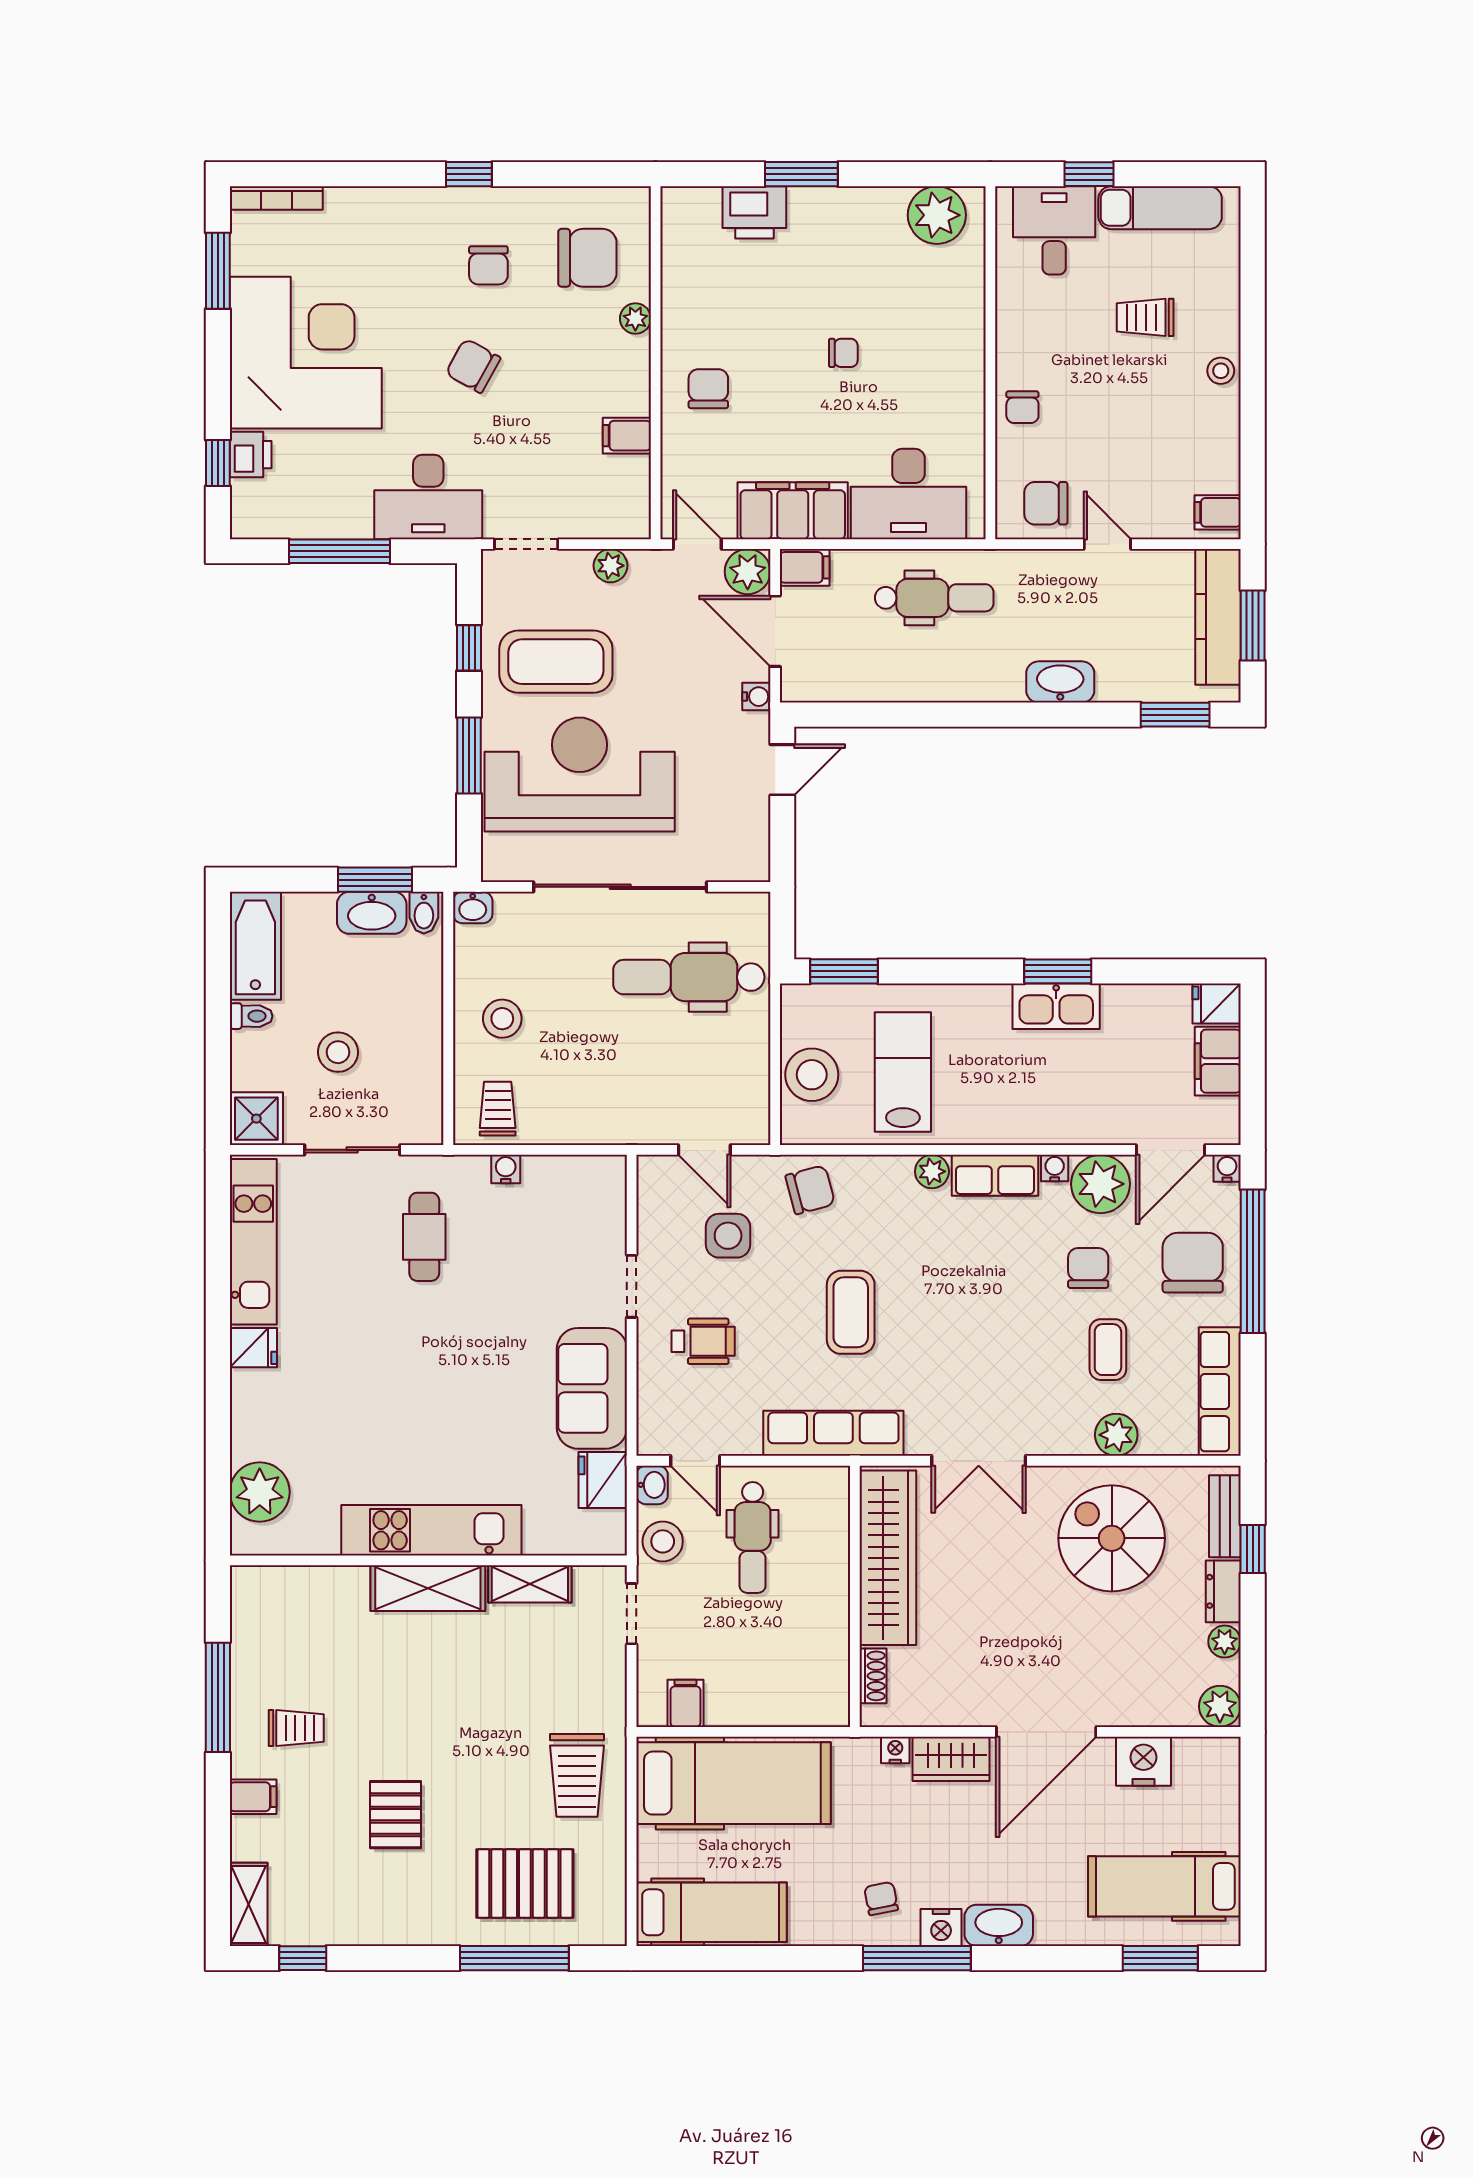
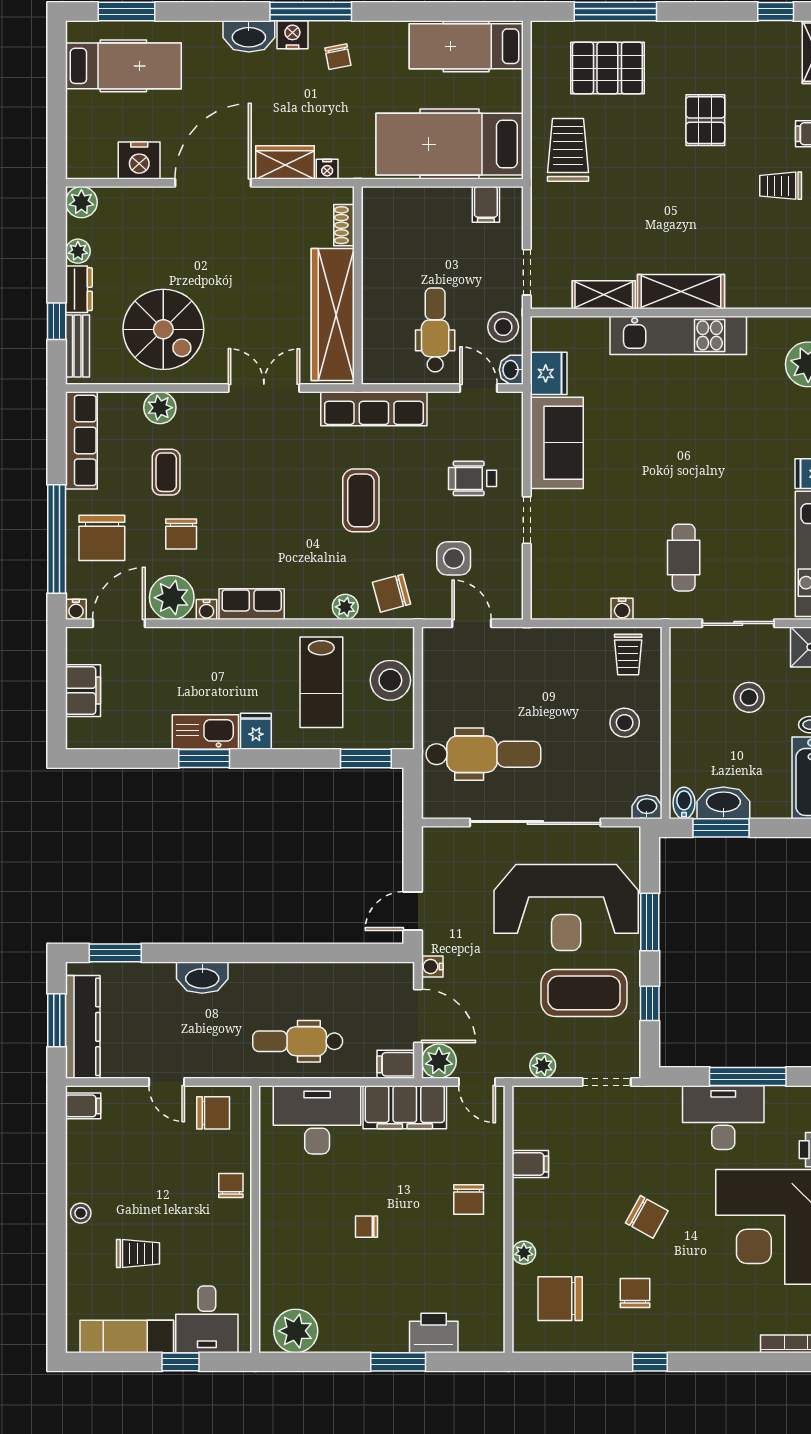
desk: (428, 497) -> (723, 1118), moved
fridge: (1217, 1003) -> (256, 731), moved, turned -90
plant: (932, 1171) -> (345, 607), moved

